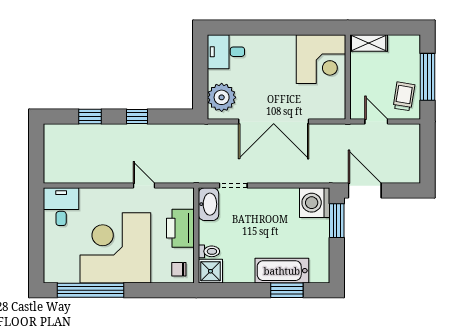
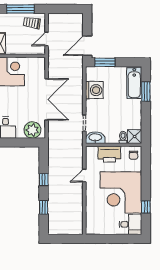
washing machine: (315, 203) -> (94, 90), moved, turned -90
desk: (61, 207) -> (130, 224), moved, turned 180
bathtub: (282, 271) -> (134, 83), moved
window: (91, 290) -> (146, 207), width x0.32

